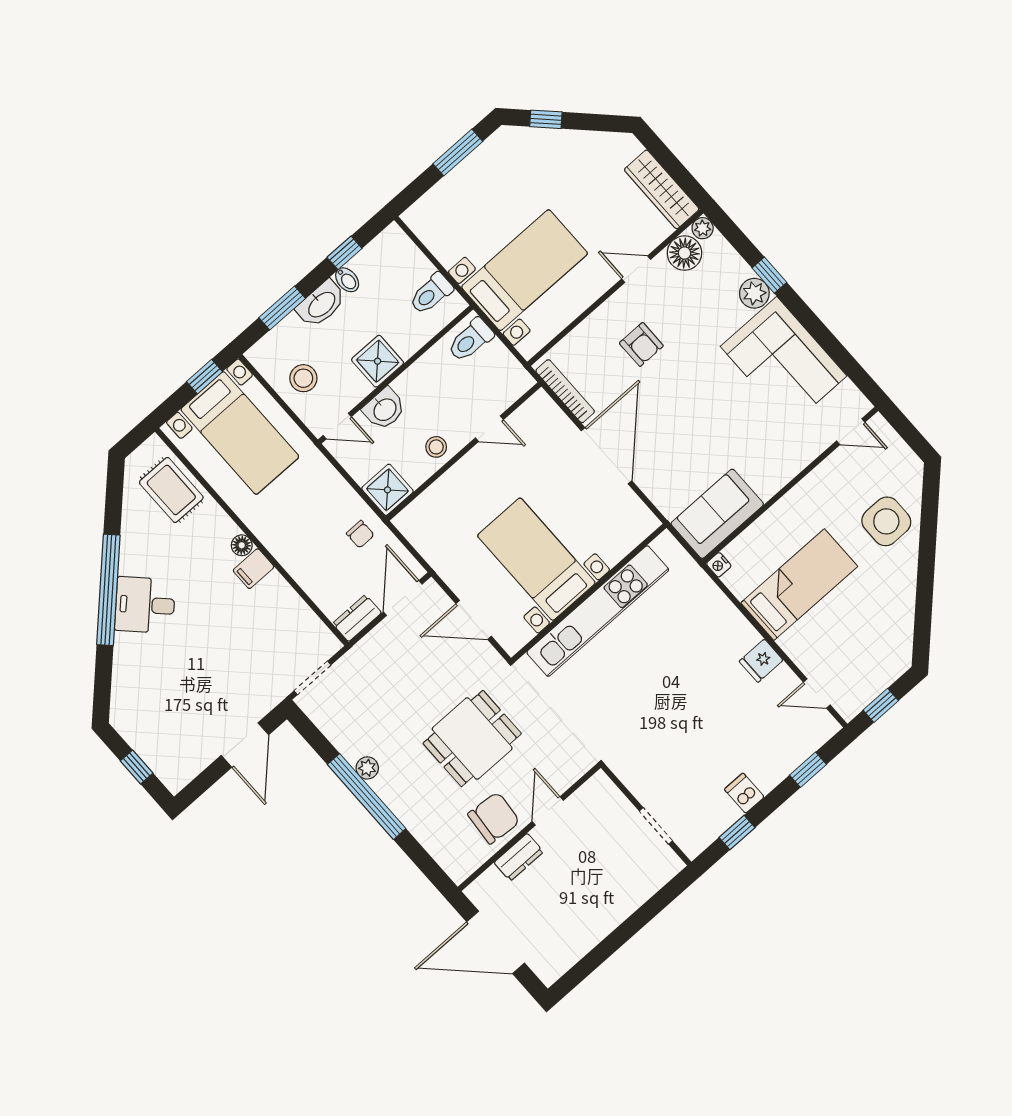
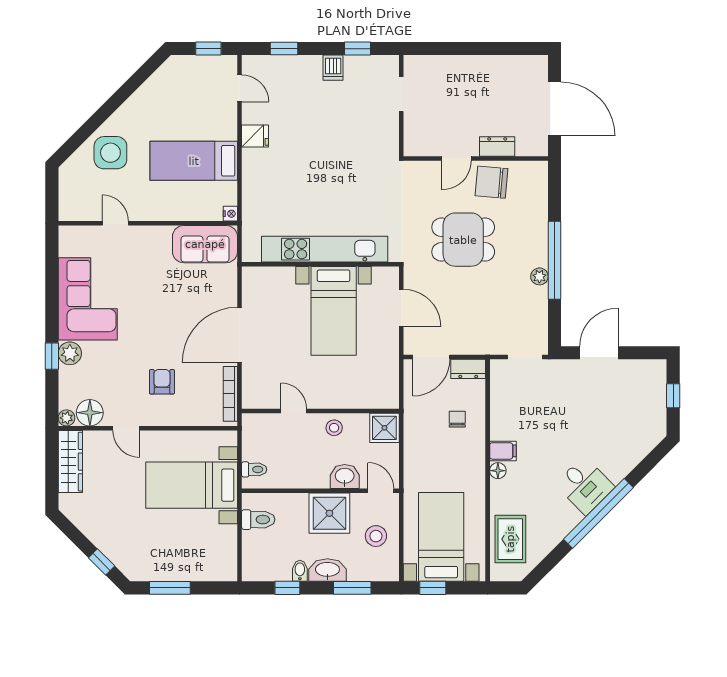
toilet: (470, 340) -> (254, 469), width x0.73, depth x0.72
shower: (378, 361) -> (329, 513), width x1.36, depth x1.36
door: (851, 432) -> (115, 223), moved
chair: (360, 534) -> (457, 419), moved

